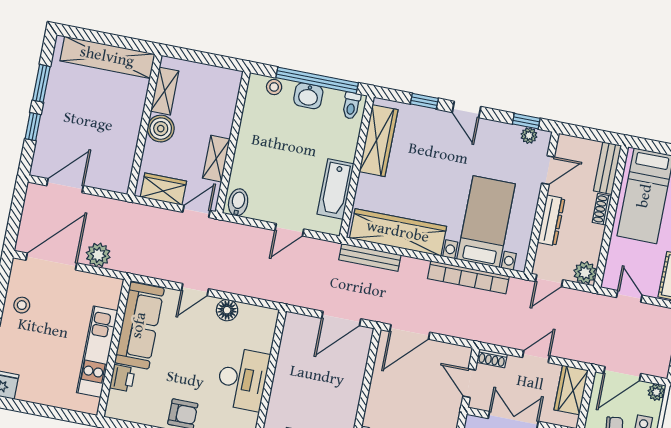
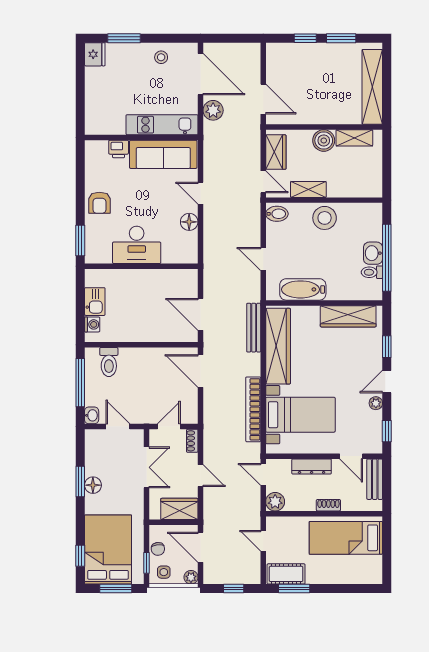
stool: (274, 87) -> (325, 218), moved, width x1.89, depth x1.89
toilet: (351, 106) -> (372, 272), moved
plant: (529, 136) -> (376, 403), moved
bench: (608, 168) -> (375, 479), moved, turned 90
door: (65, 186) -> (263, 99), moved
door: (629, 296) -> (263, 541), swing flipped
kitchen unit: (97, 352) -> (162, 125), moved

